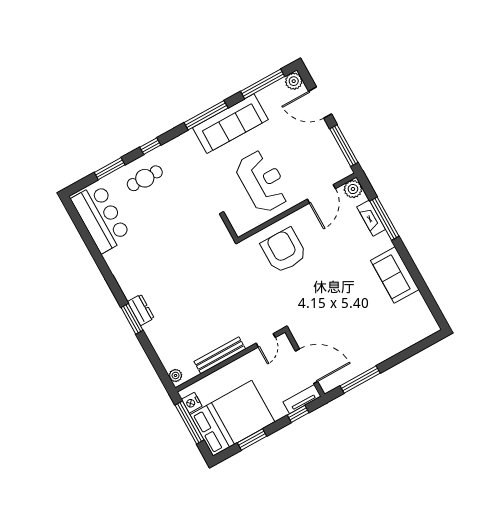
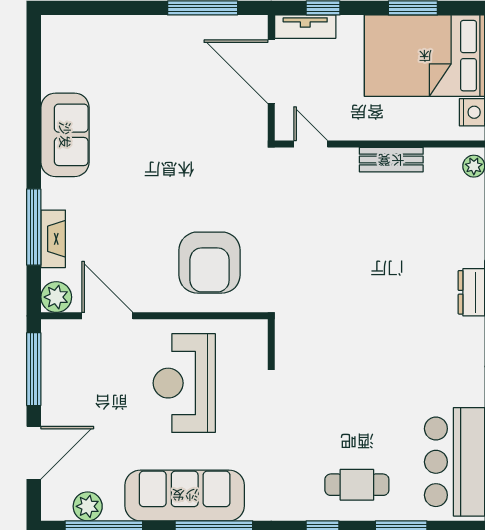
plant: (294, 81) -> (88, 506), moved
door: (320, 103) -> (34, 453), hinge flipped
door: (321, 194) -> (107, 316), hinge flipped
door: (266, 340) -> (311, 144), hinge flipped
bench: (220, 355) -> (391, 160), width x0.73

